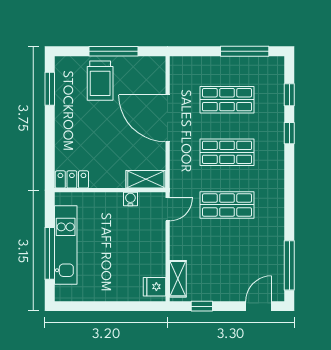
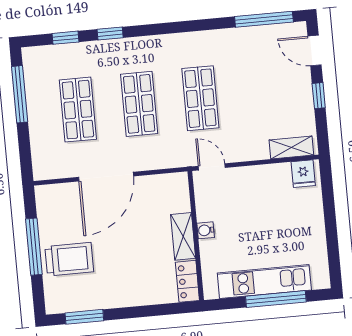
shelving: (146, 179) -> (183, 236), moved
water cooler: (130, 199) -> (206, 230), moved
window: (202, 306) -> (319, 96), moved

